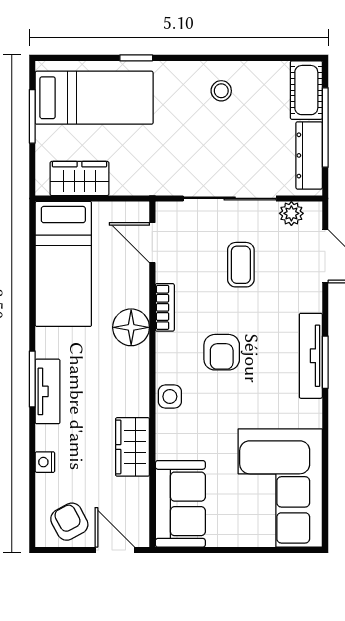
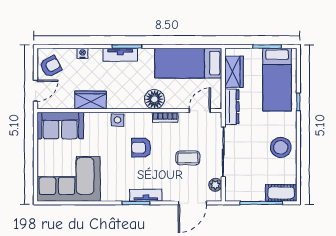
stool: (221, 91) -> (281, 147), width x1.89, depth x1.89
dresser: (309, 155) -> (232, 107), moved, turned 90
tv unit: (311, 356) -> (146, 195), width x0.71

